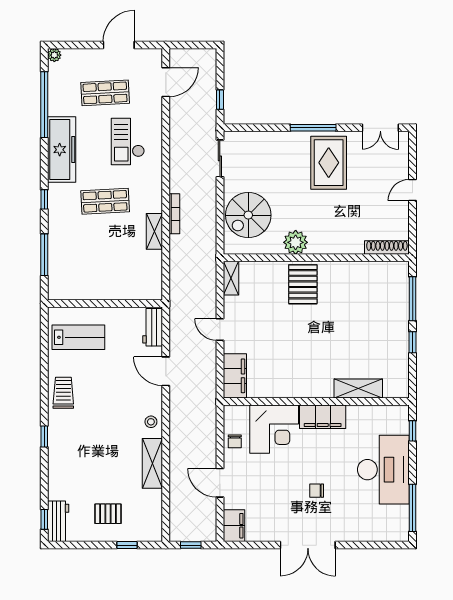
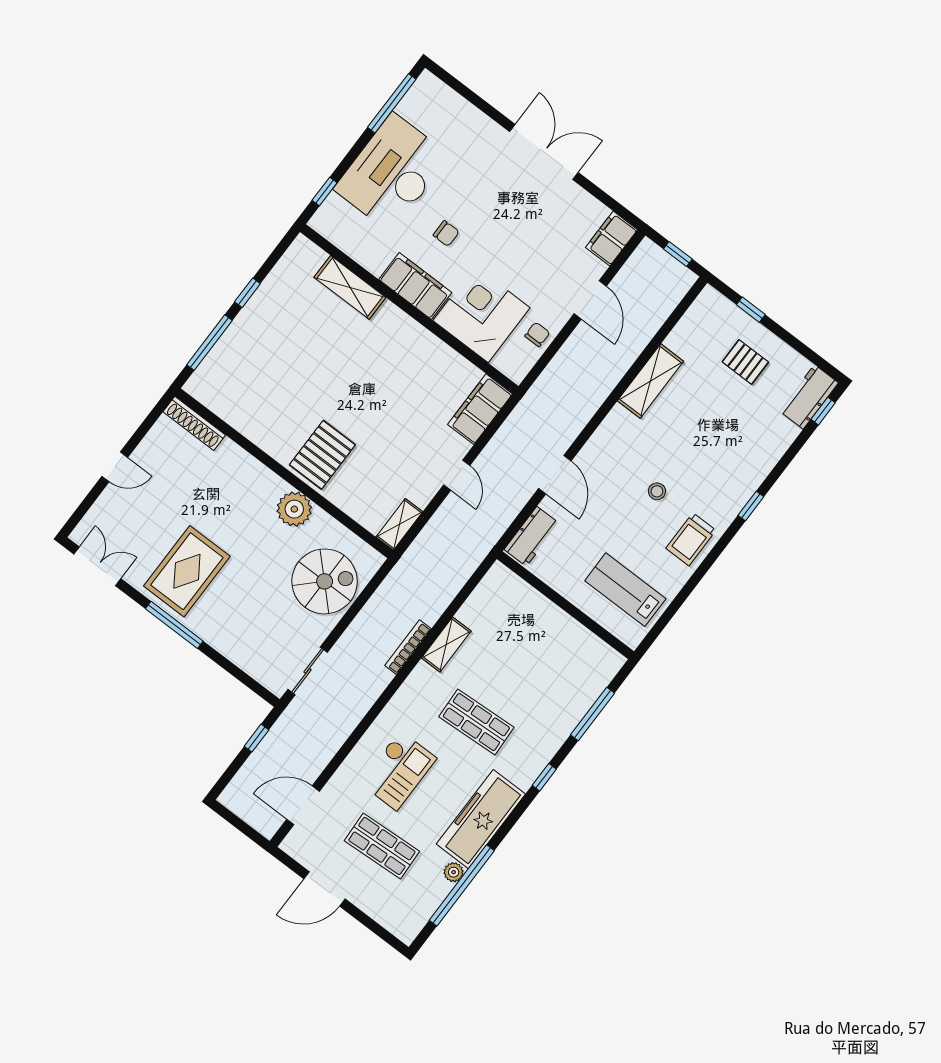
plant: (54, 55) -> (454, 872), moved
stool: (151, 422) -> (657, 491), moved
chair: (317, 491) -> (446, 233), moved

